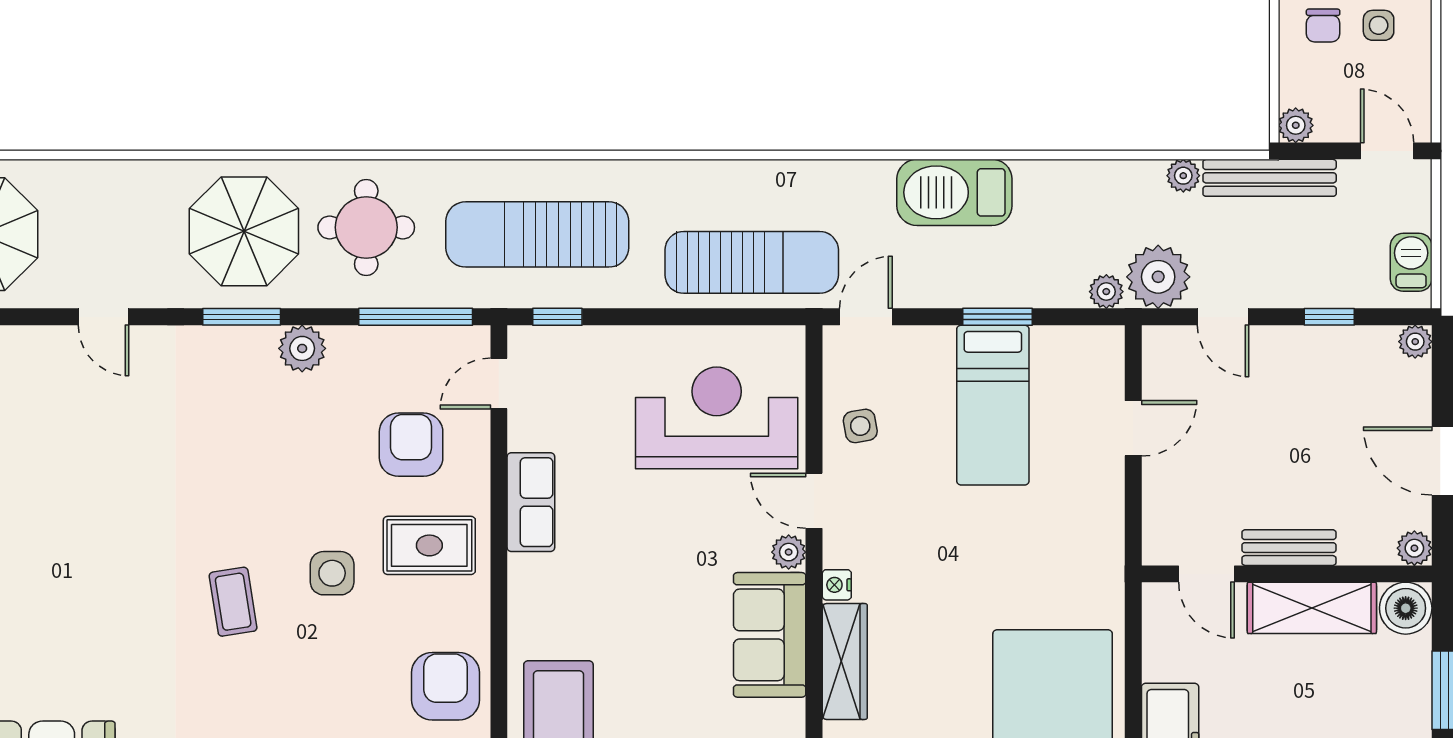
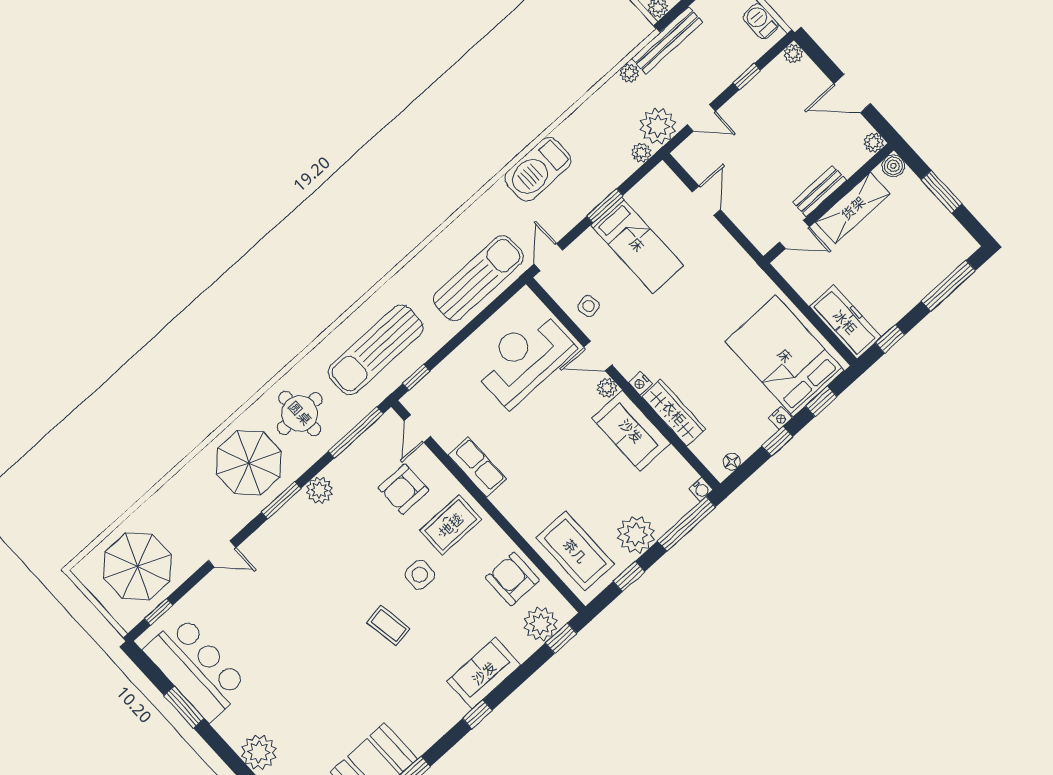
armchair: (411, 445) -> (404, 489), turned -90
boiler: (1406, 608) -> (893, 166), width x0.73, depth x0.73

